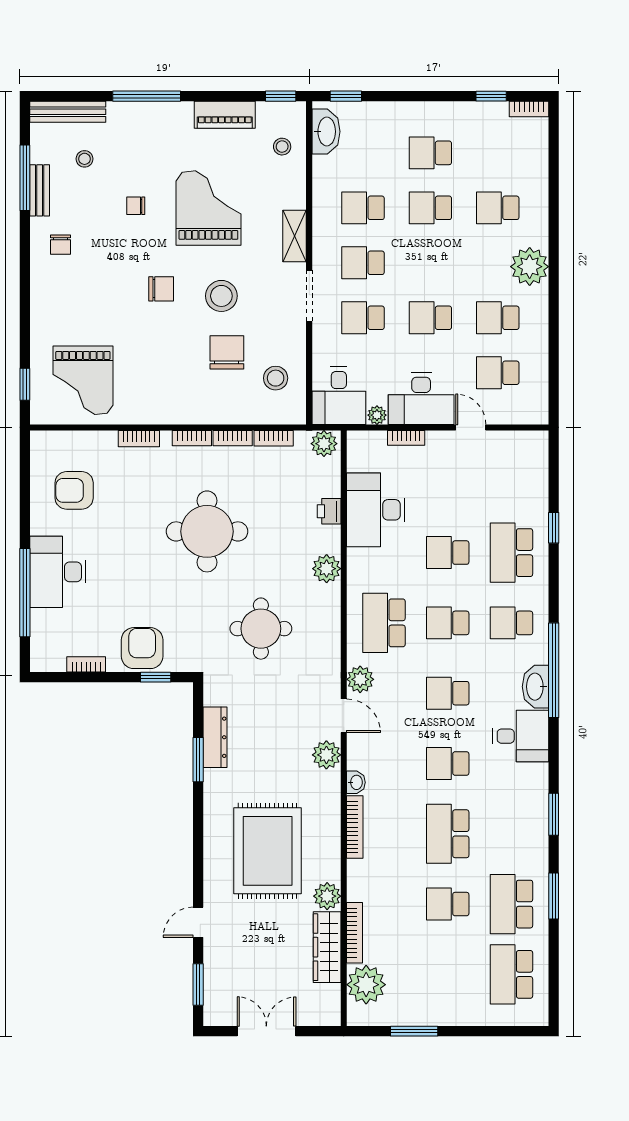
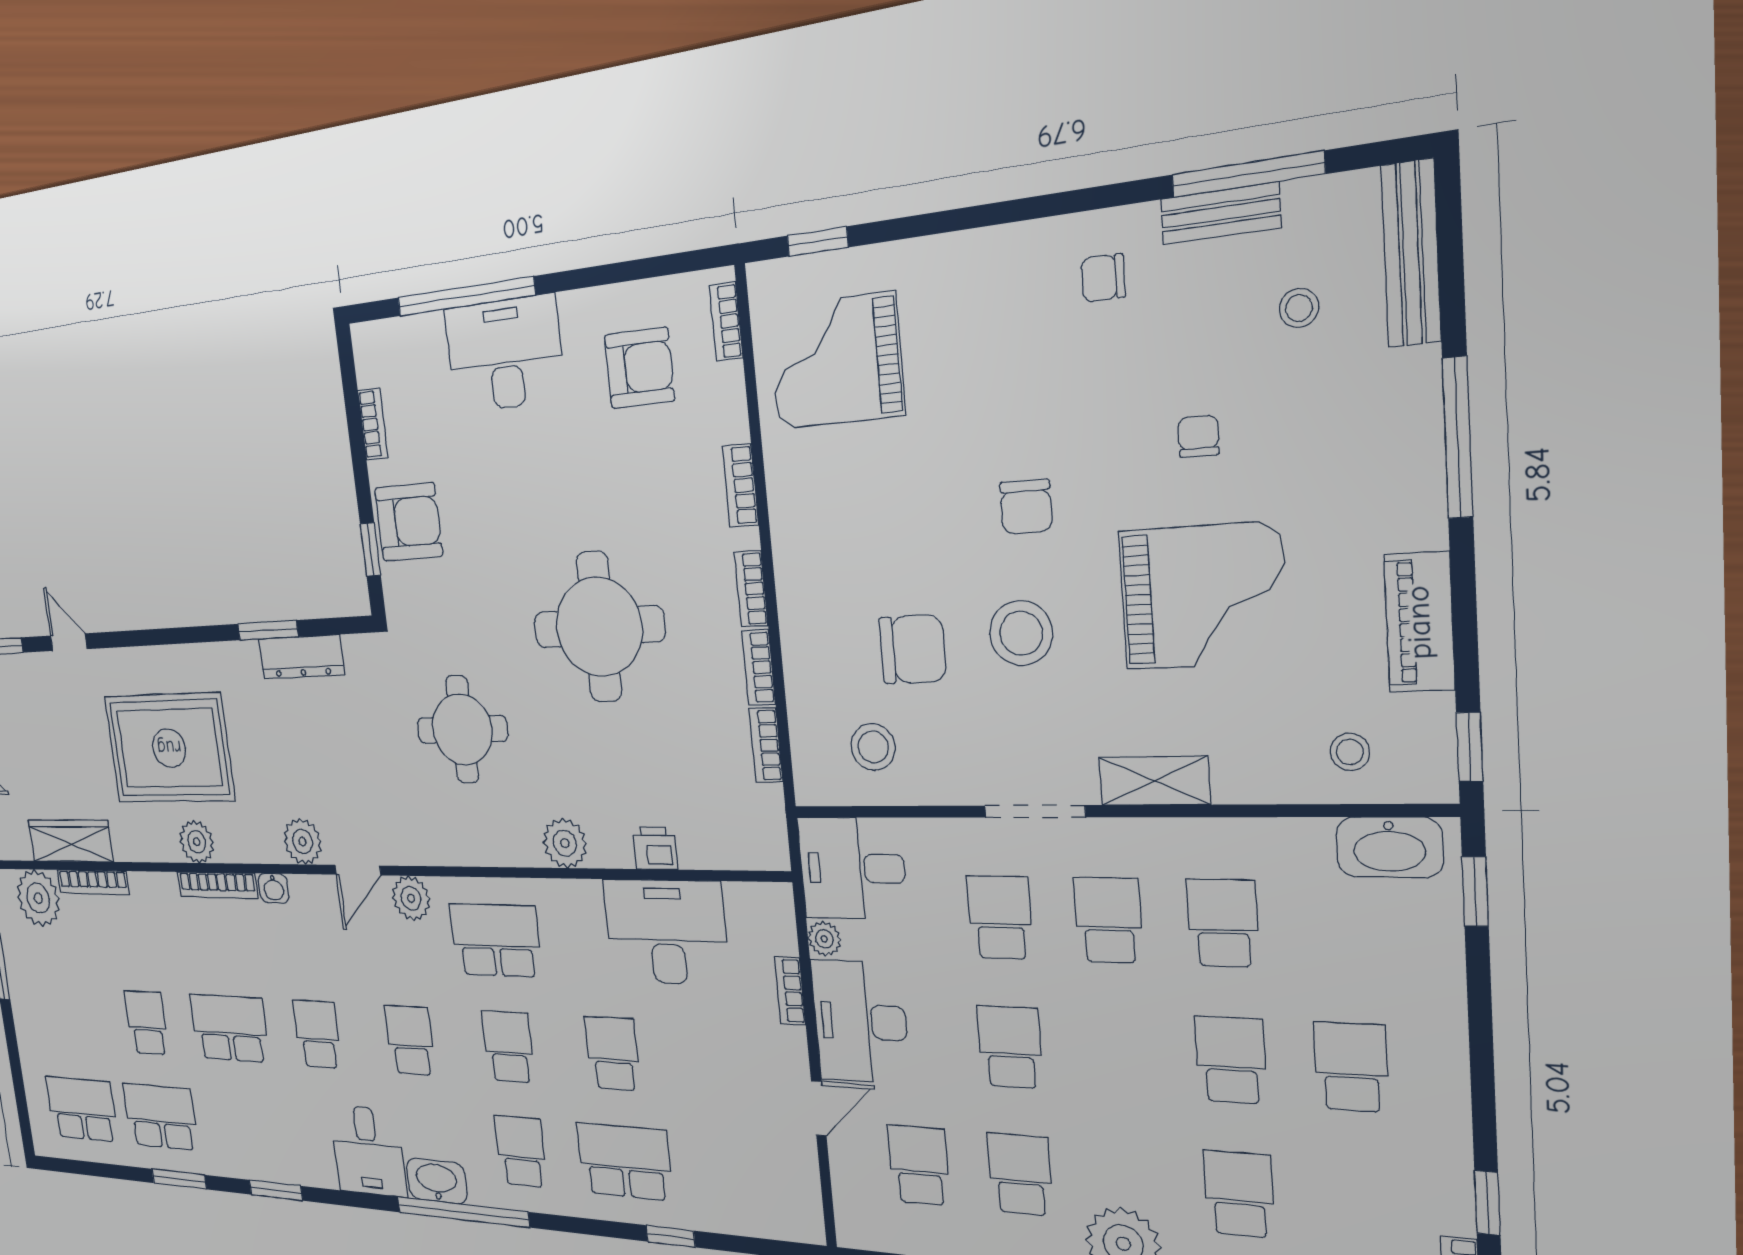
bookcase: (57, 438) -> (726, 321), added
plant: (324, 444) -> (766, 840), removed
armchair: (74, 490) -> (639, 368), turned 90
plant: (327, 896) -> (197, 842), moved

